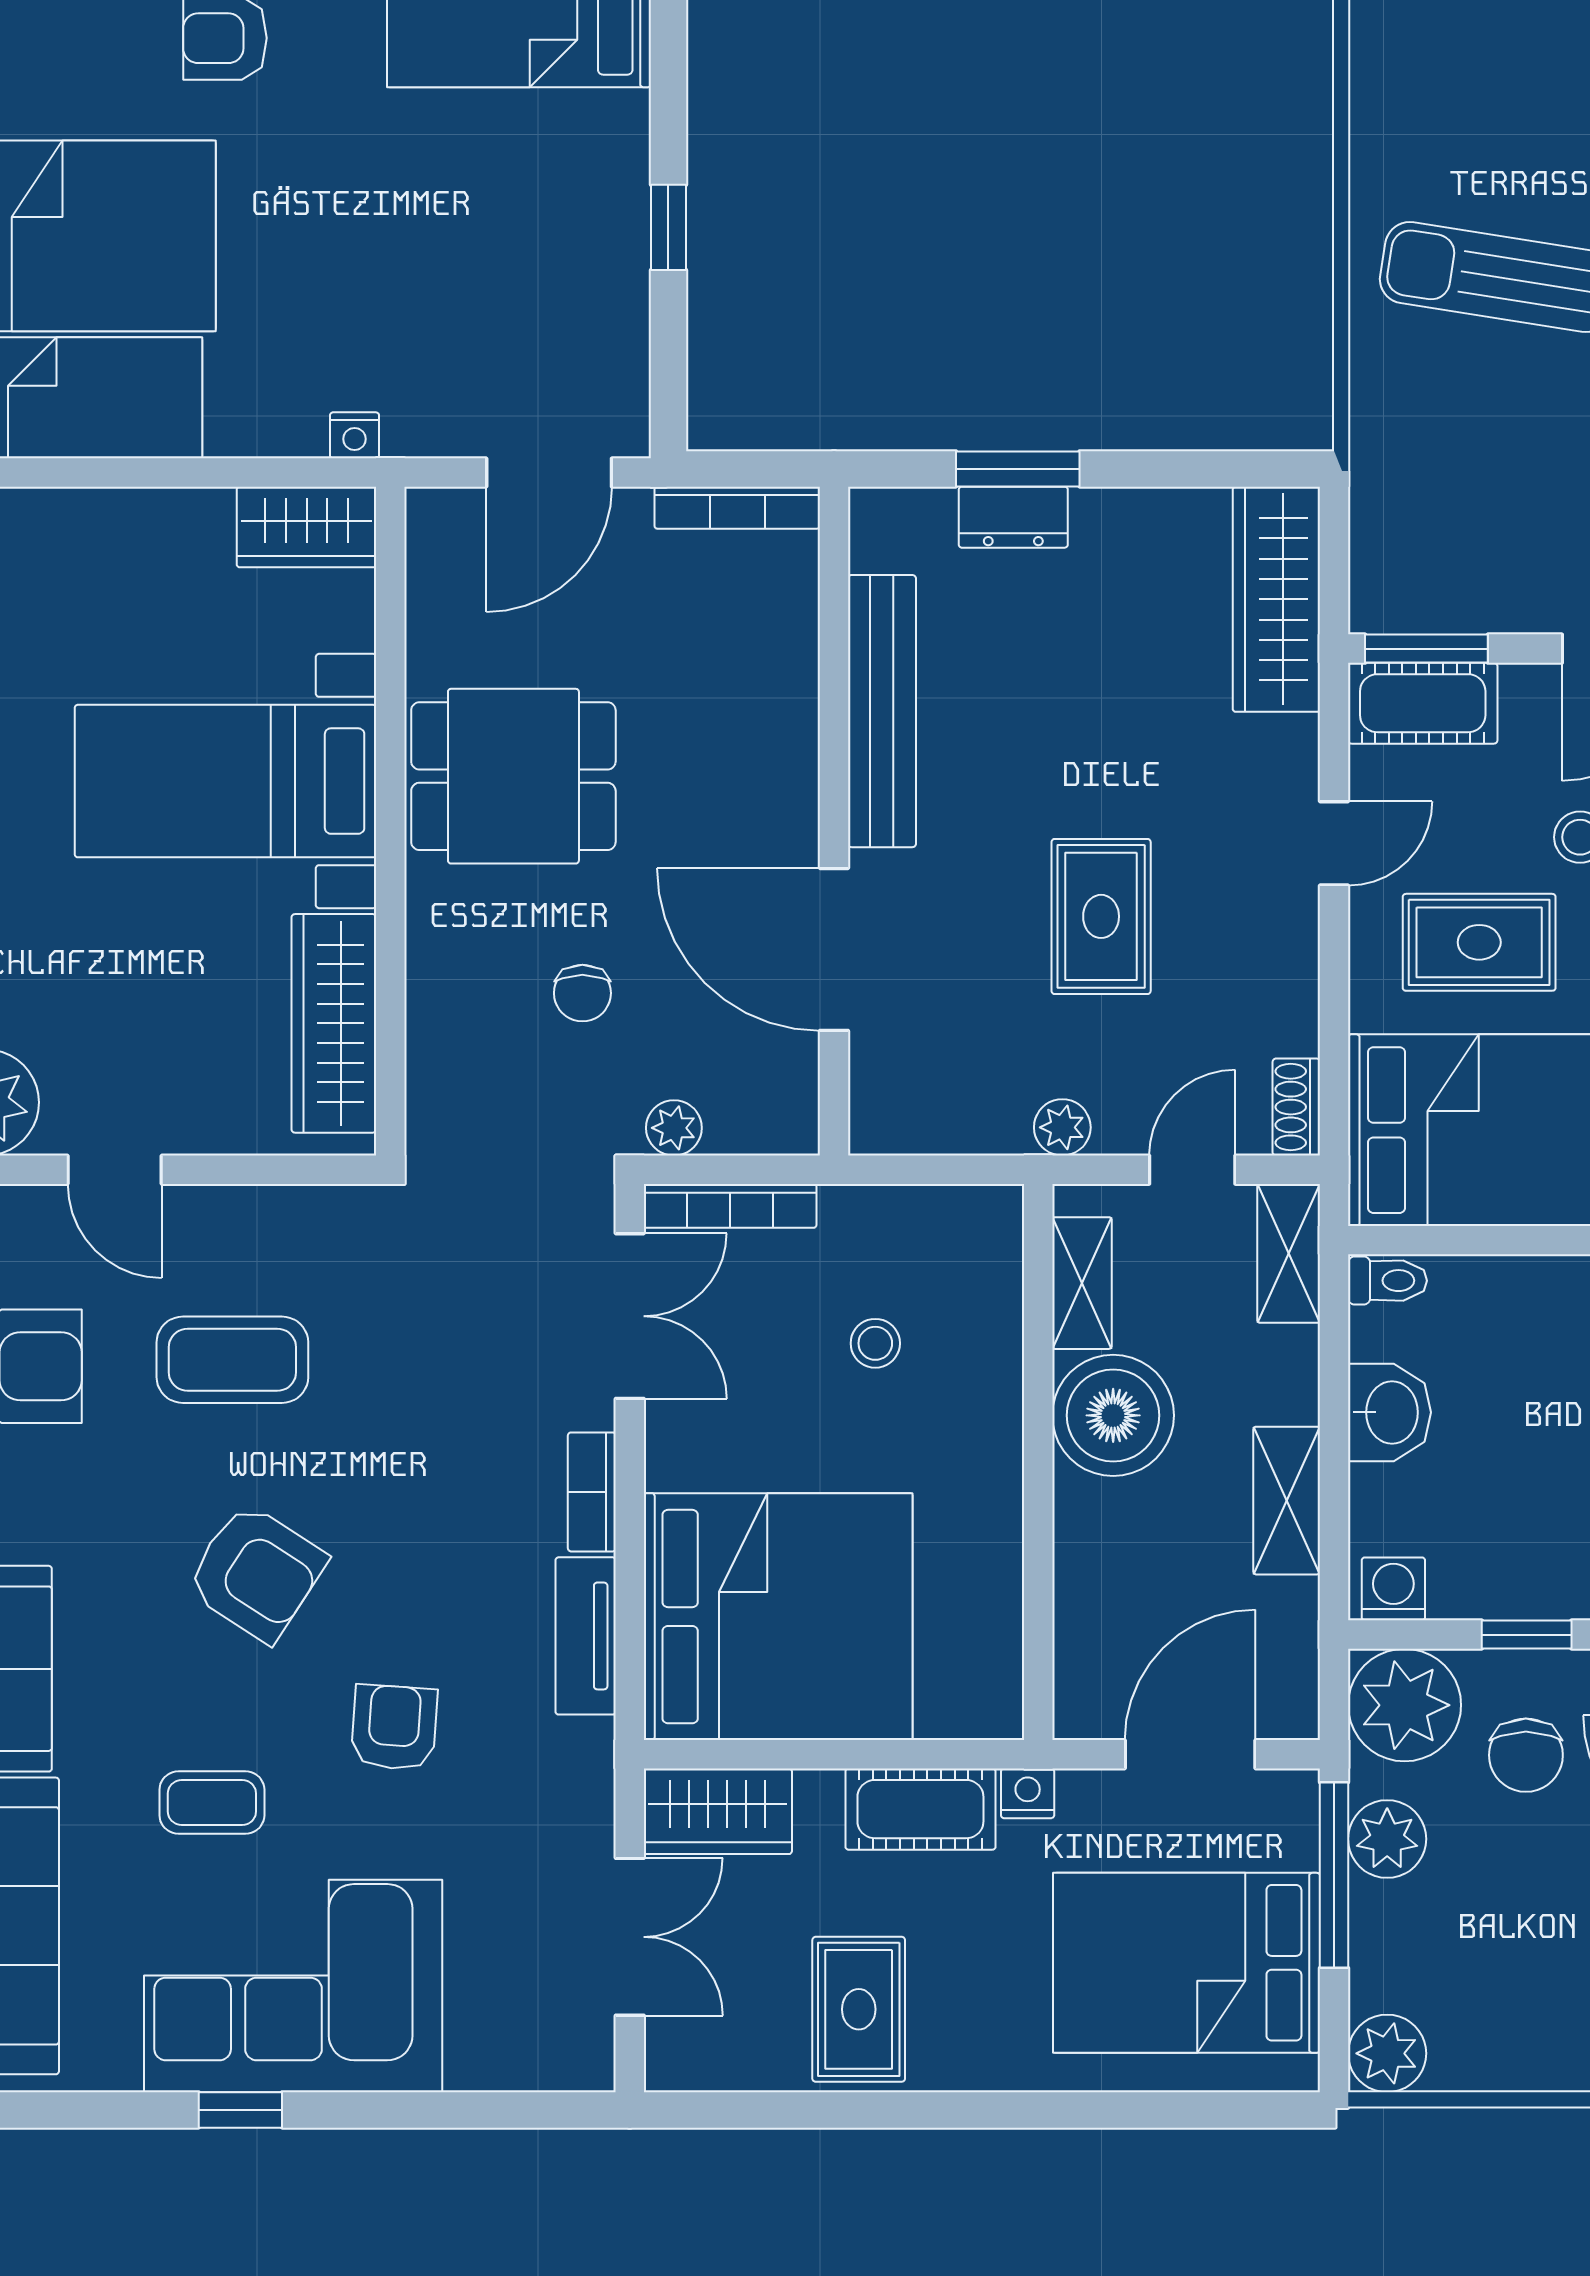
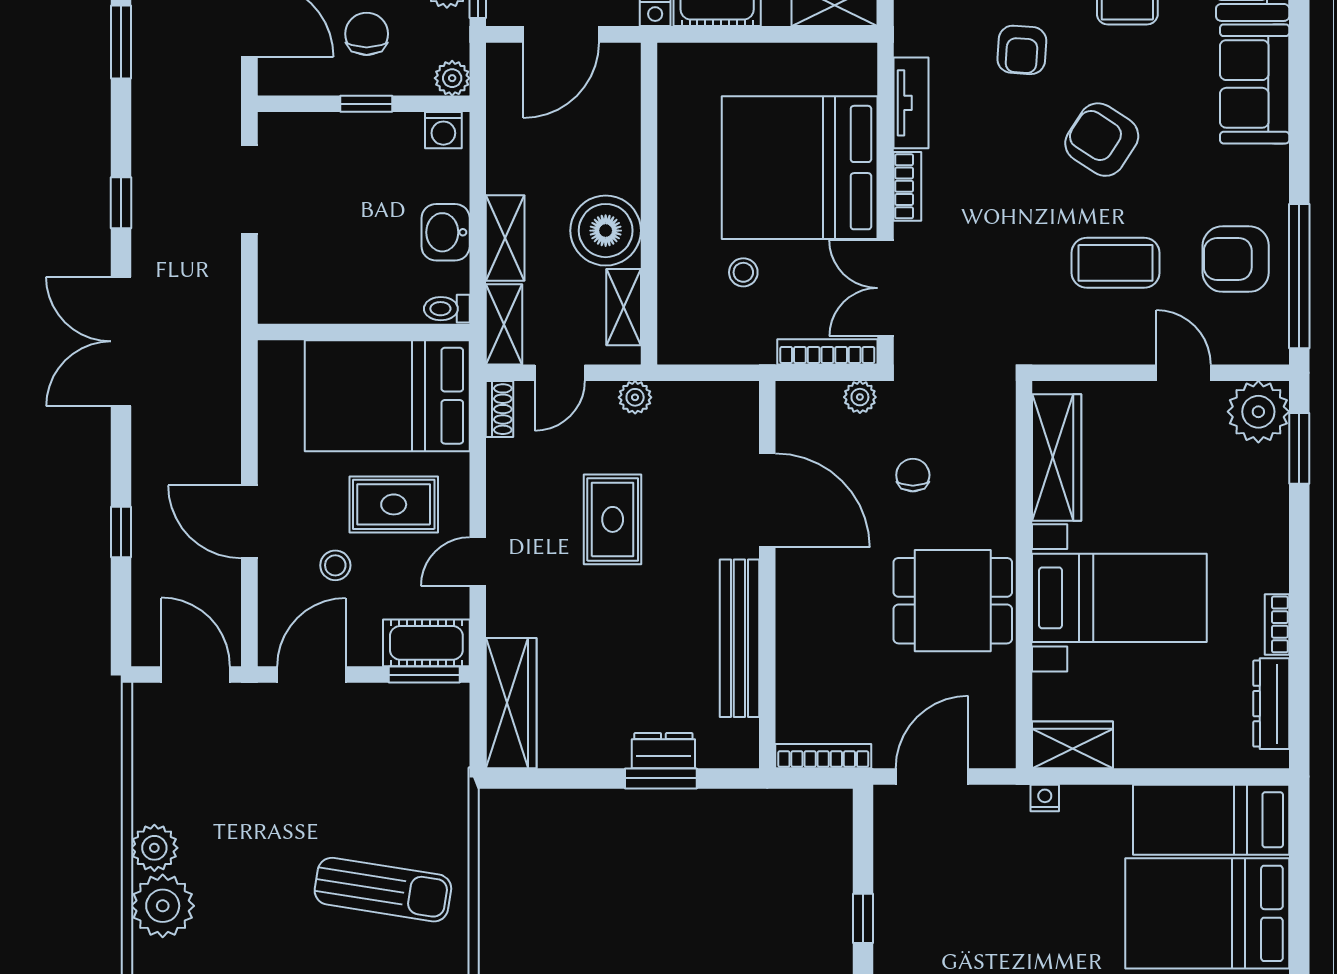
shelving: (1287, 1501) -> (505, 238), moved
bed: (778, 1617) -> (800, 168), moved
plant: (1405, 1705) -> (452, 78), width x0.53, depth x0.53

